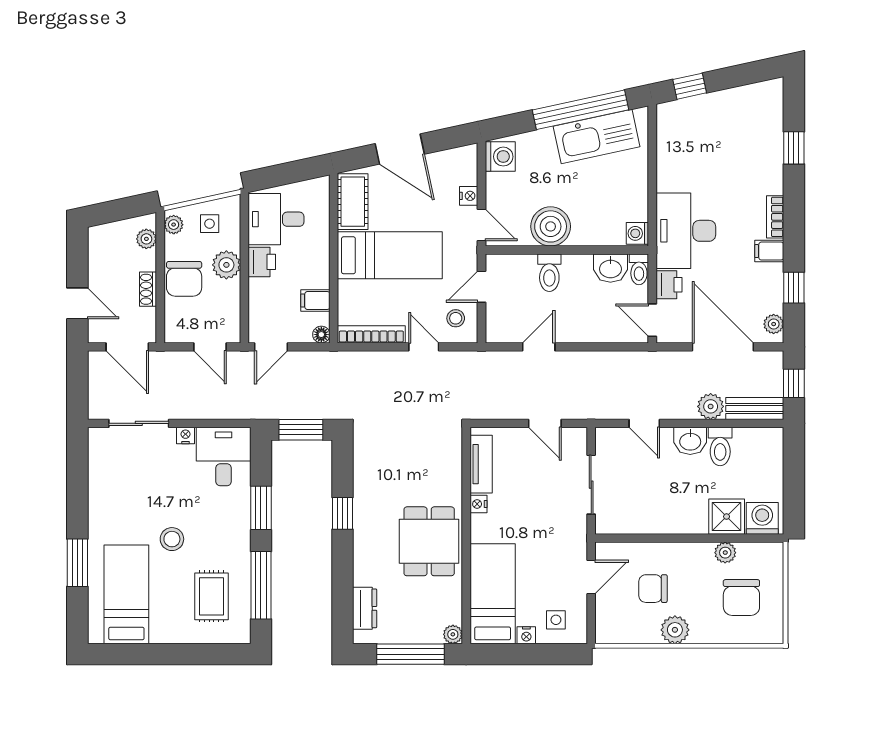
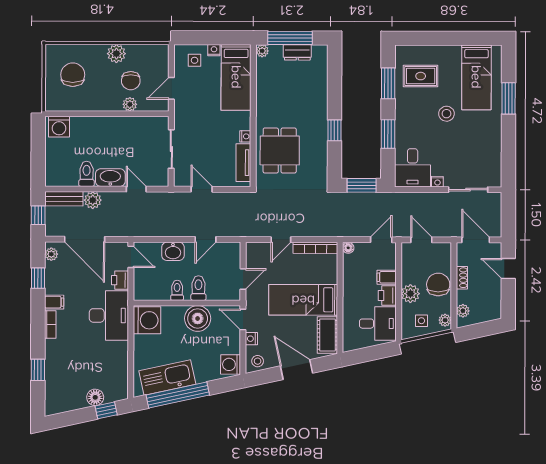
floor lamp: (706, 106) -> (95, 397), added
washing machine: (637, 233) -> (147, 320), width x1.89, depth x1.89
washbasin: (610, 268) -> (173, 251), moved, turned 180
toilet: (639, 269) -> (177, 290), moved
filing cabinet: (315, 301) -> (387, 277), moved, turned 180
stool: (456, 318) -> (258, 361), moved
door: (424, 347) -> (281, 240), hinge flipped
washbasin: (690, 441) -> (110, 178), width x1.38
shower: (727, 517) -> (82, 128), removed
dining table: (429, 541) -> (280, 150), moved
plant: (725, 553) -> (130, 104), moved
window: (261, 585) -> (388, 83), width x0.69
chair: (653, 589) -> (131, 81), turned 90
rug: (211, 596) -> (421, 76), turned 90
dresser: (365, 608) -> (297, 52), moved, turned -90

